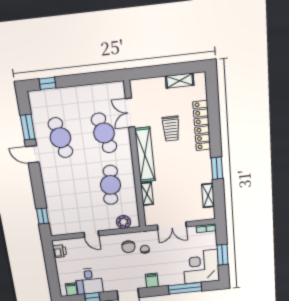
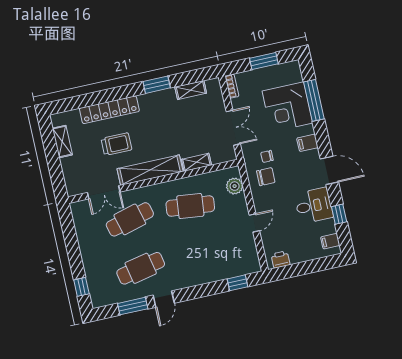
corner desk: (201, 267) -> (287, 107), moved
desk: (89, 281) -> (314, 206), moved

